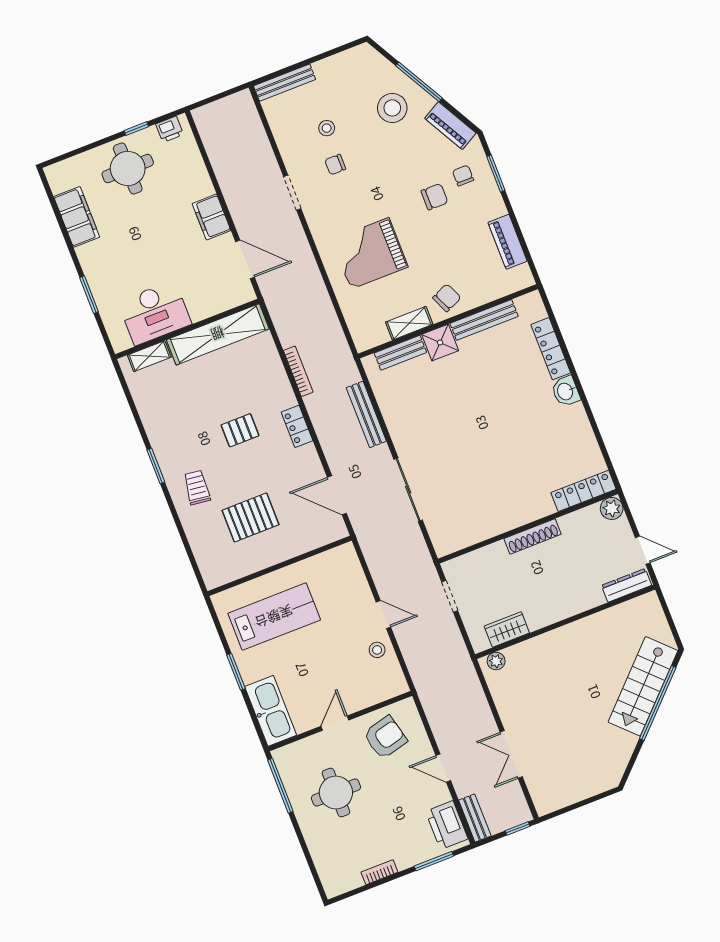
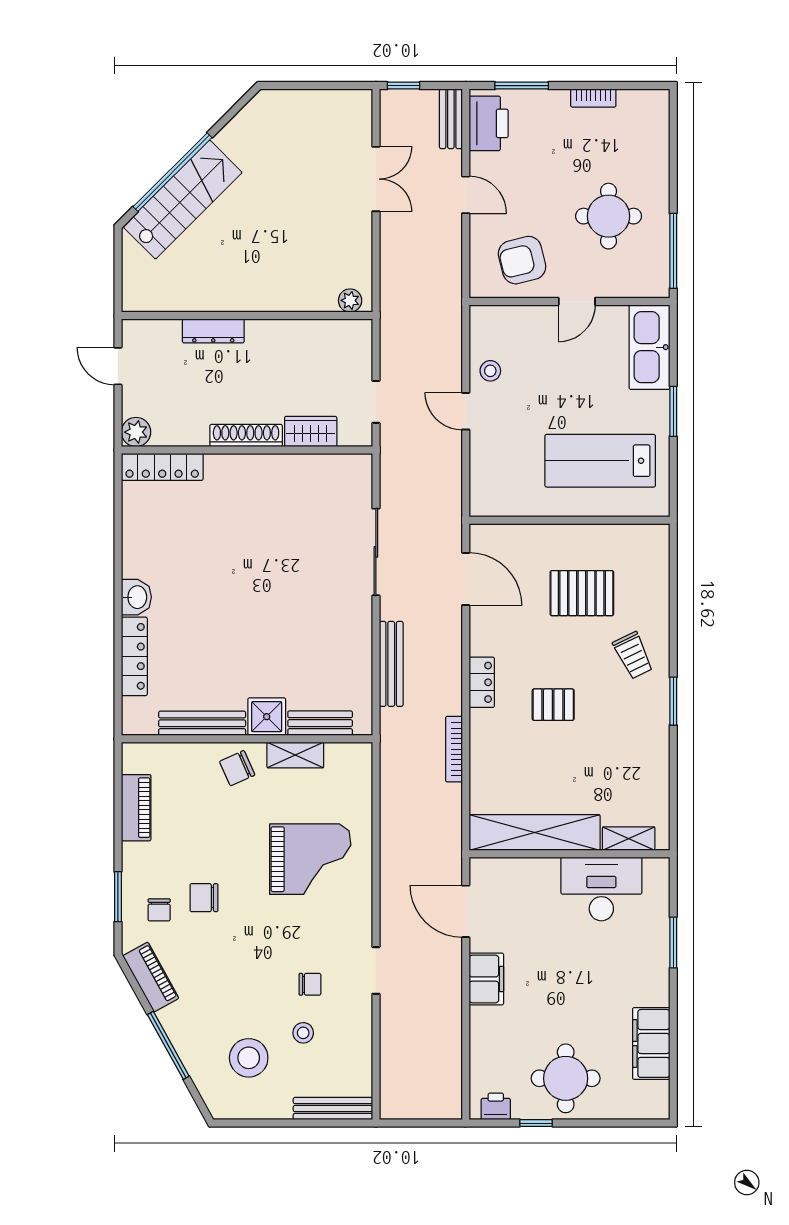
stool: (392, 108) -> (249, 1058), moved
trolley: (197, 487) -> (633, 655), turned -33
dresser: (627, 585) -> (213, 331), moved
wardrobe: (507, 629) -> (311, 432), moved, turned 180

